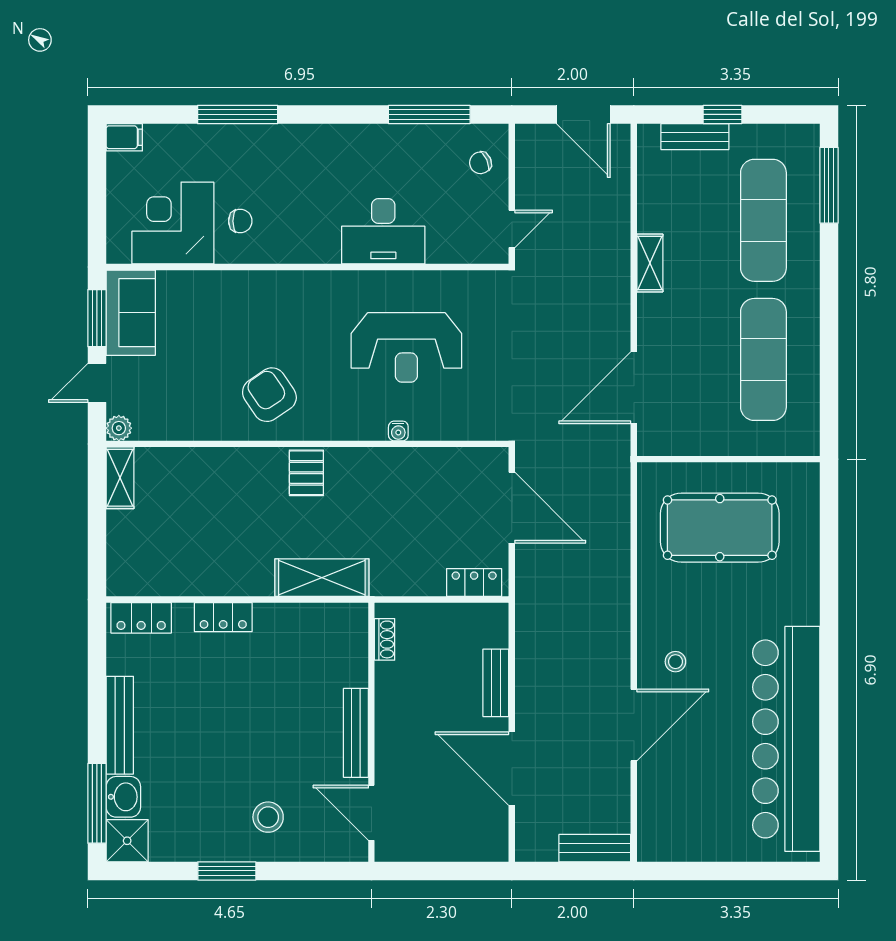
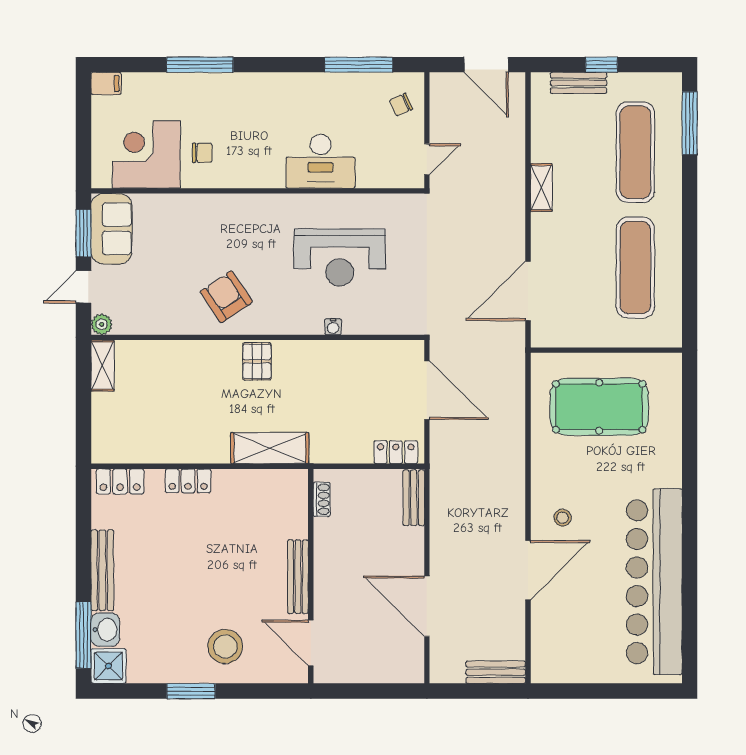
bench: (496, 683) -> (414, 498), moved
stool: (268, 817) -> (225, 646), width x1.38, depth x1.38

